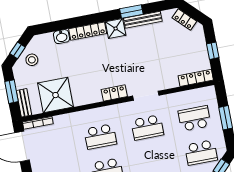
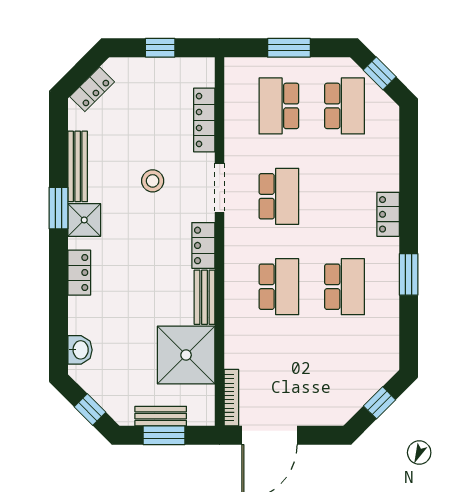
window: (131, 12) -> (58, 208), moved
locker: (88, 31) -> (79, 273), width x0.66
washbasin: (61, 37) -> (80, 350), moved
stool: (32, 60) -> (153, 181), moved
locker: (196, 78) -> (204, 120), moved
bench: (87, 99) -> (205, 297), added
bench: (24, 103) -> (161, 416), moved

